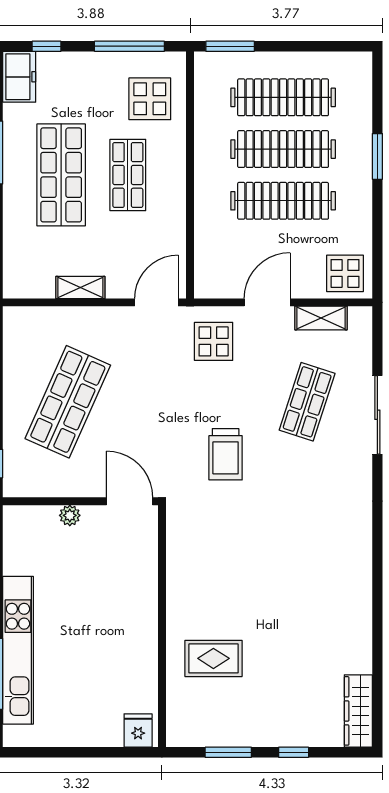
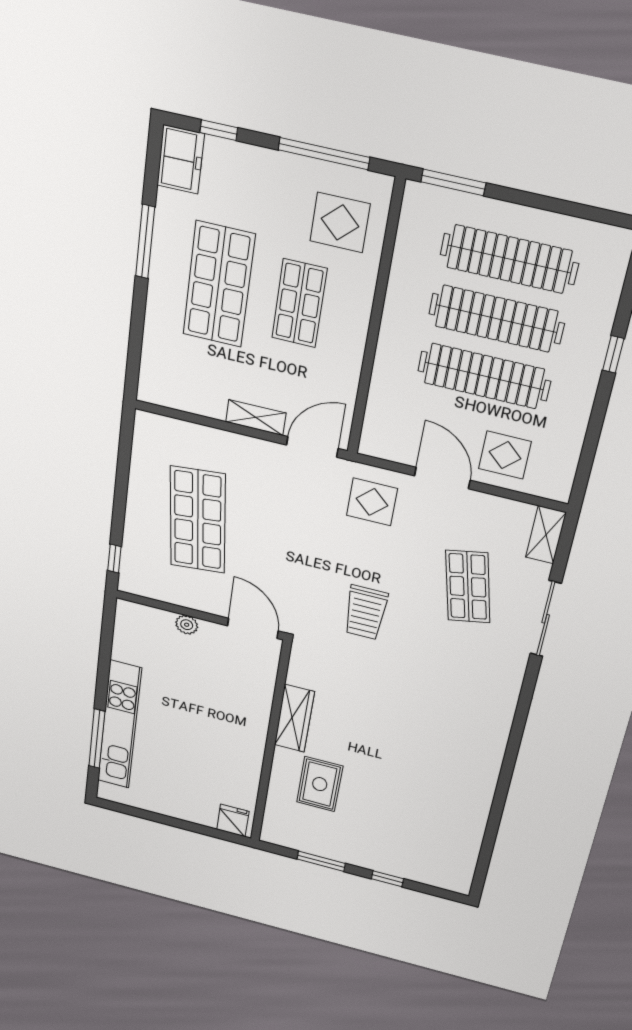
window: (377, 156) -> (613, 354), width x0.67
display table: (345, 273) -> (505, 455), moved
shelving: (80, 288) -> (256, 417), moved
door: (267, 302) -> (442, 478), hinge flipped
shelving: (321, 318) -> (546, 535), moved, turned 90
shop shelf: (68, 402) -> (198, 520), turned -30
shop shelf: (307, 402) -> (468, 587), turned -30
rug: (213, 658) -> (320, 784), turned 90
wardrobe: (358, 711) -> (294, 718), moved, turned 180

